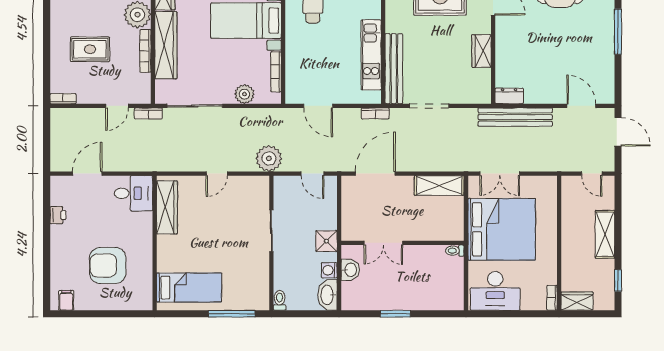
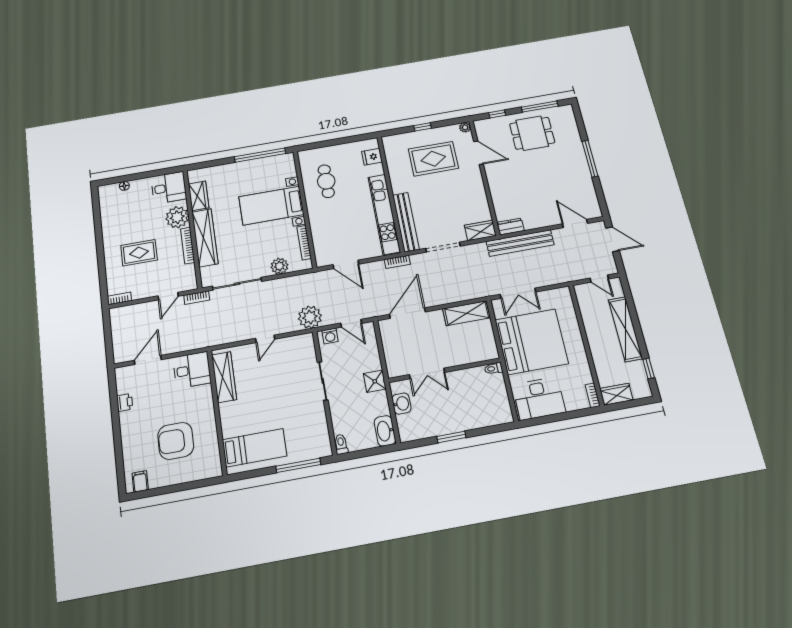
wardrobe: (481, 51) -> (480, 231), moved, turned 90
kitchen unit: (371, 55) -> (384, 214), width x1.36
shelving: (605, 234) -> (625, 329), width x1.47
washing machine: (329, 270) -> (330, 336), moved, turned -90

